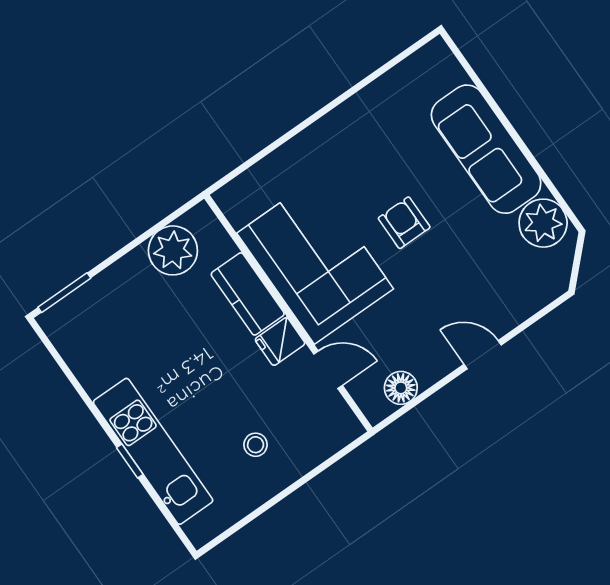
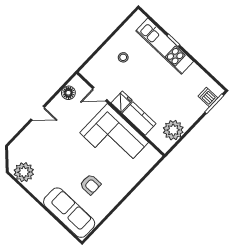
sofa: (486, 149) -> (69, 213), moved
armchair: (404, 223) -> (90, 185), moved
dishwasher: (76, 311) -> (208, 97), added

